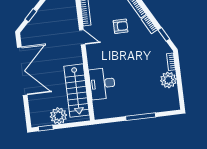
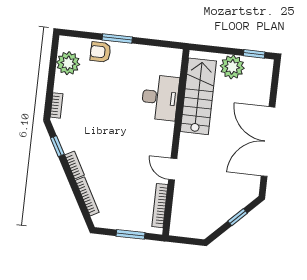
armchair: (121, 26) -> (100, 52), moved
plant: (168, 80) -> (68, 63), moved
window: (141, 117) -> (117, 39), width x0.69

